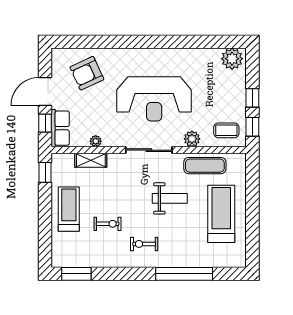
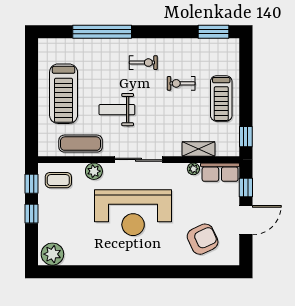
reception desk: (154, 99) -> (133, 213), turned 180
row of seats: (60, 128) -> (220, 172), moved, turned -90

